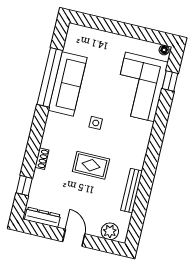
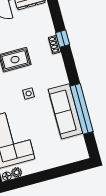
plant: (152, 48) -> (17, 172), added
window: (24, 186) -> (63, 39), moved

